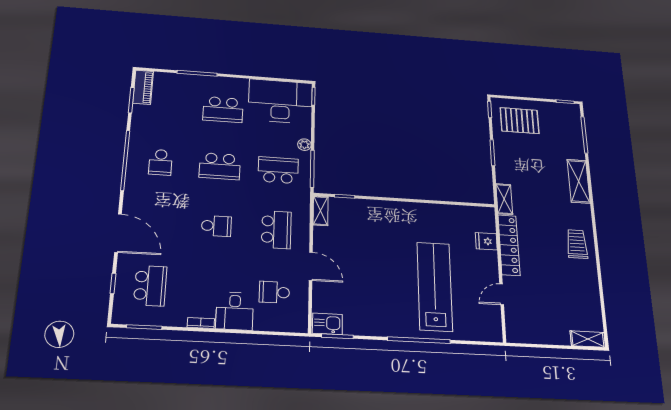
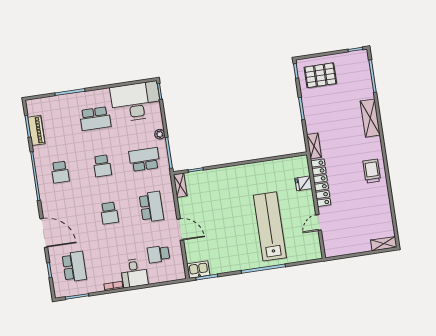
piano: (143, 87) -> (36, 130), moved
school desk: (220, 166) -> (102, 166), width x0.54
school desk: (216, 226) -> (109, 213), turned 90

